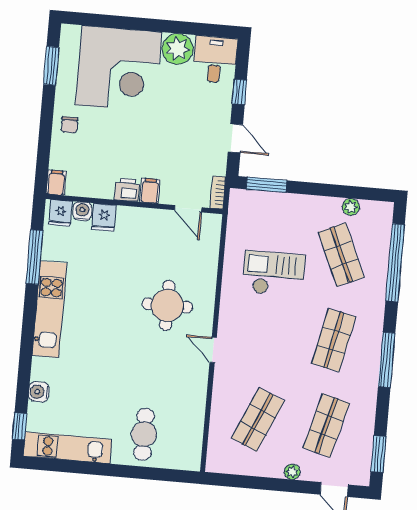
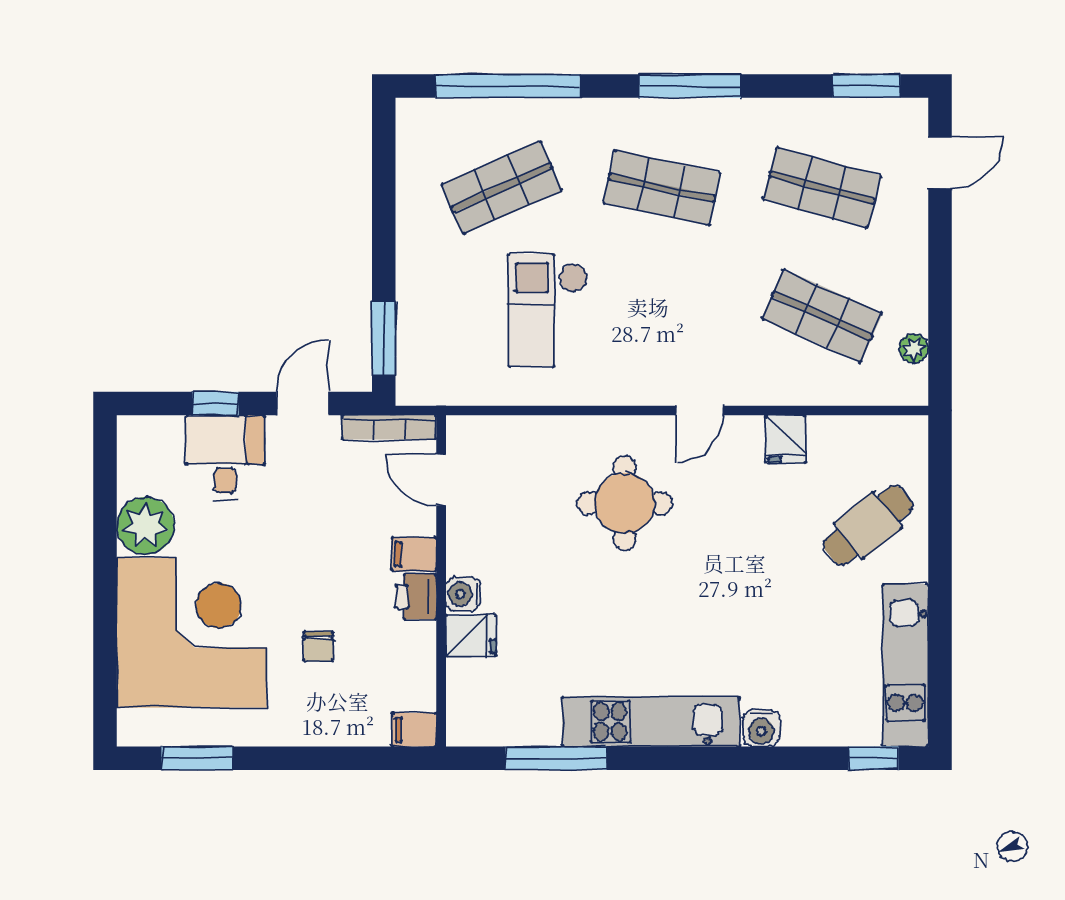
desk: (215, 59) -> (225, 458), moved, turned 90
chair: (69, 125) -> (318, 646), moved, turned 90
bookcase: (218, 193) -> (389, 427), width x1.56
plant: (351, 207) -> (411, 178), removed
door: (188, 209) -> (441, 480), swing flipped
water cooler: (82, 211) -> (463, 594), moved
fridge: (60, 213) -> (785, 439), moved, turned 90
water cooler: (39, 392) -> (761, 728), moved
cafe table: (144, 434) -> (868, 525), turned -39
plant: (292, 472) -> (914, 349), moved

